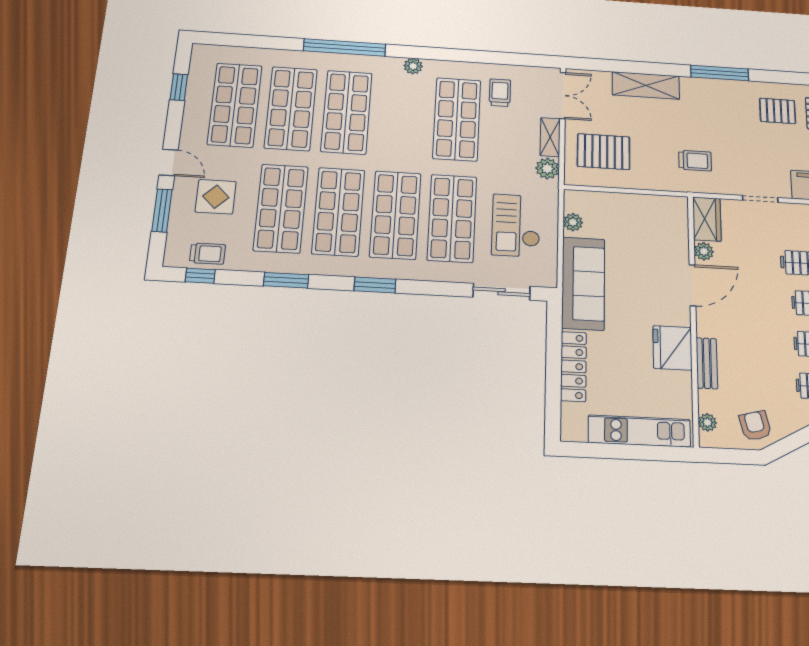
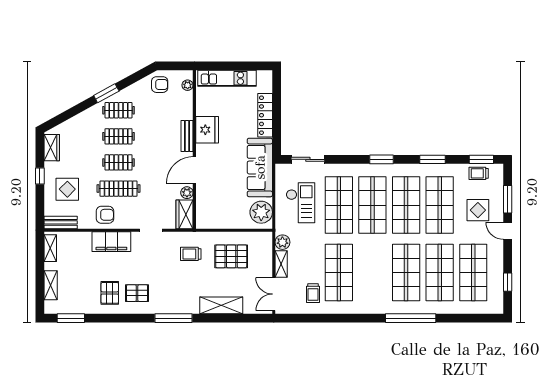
plant: (413, 66) -> (368, 308), removed
pallet: (604, 152) -> (231, 256), moved
plant: (573, 222) -> (261, 212), width x1.87, depth x1.87
window: (200, 276) -> (481, 159), width x1.50
bench: (707, 363) -> (187, 136), moved
armchair: (755, 426) -> (160, 85), turned -76

